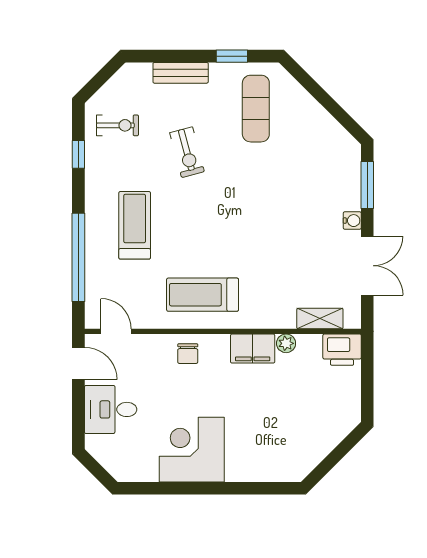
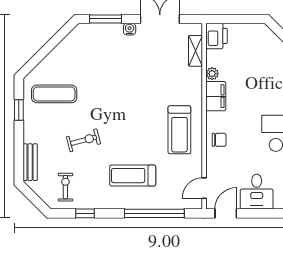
bench: (181, 73) -> (30, 162), moved

